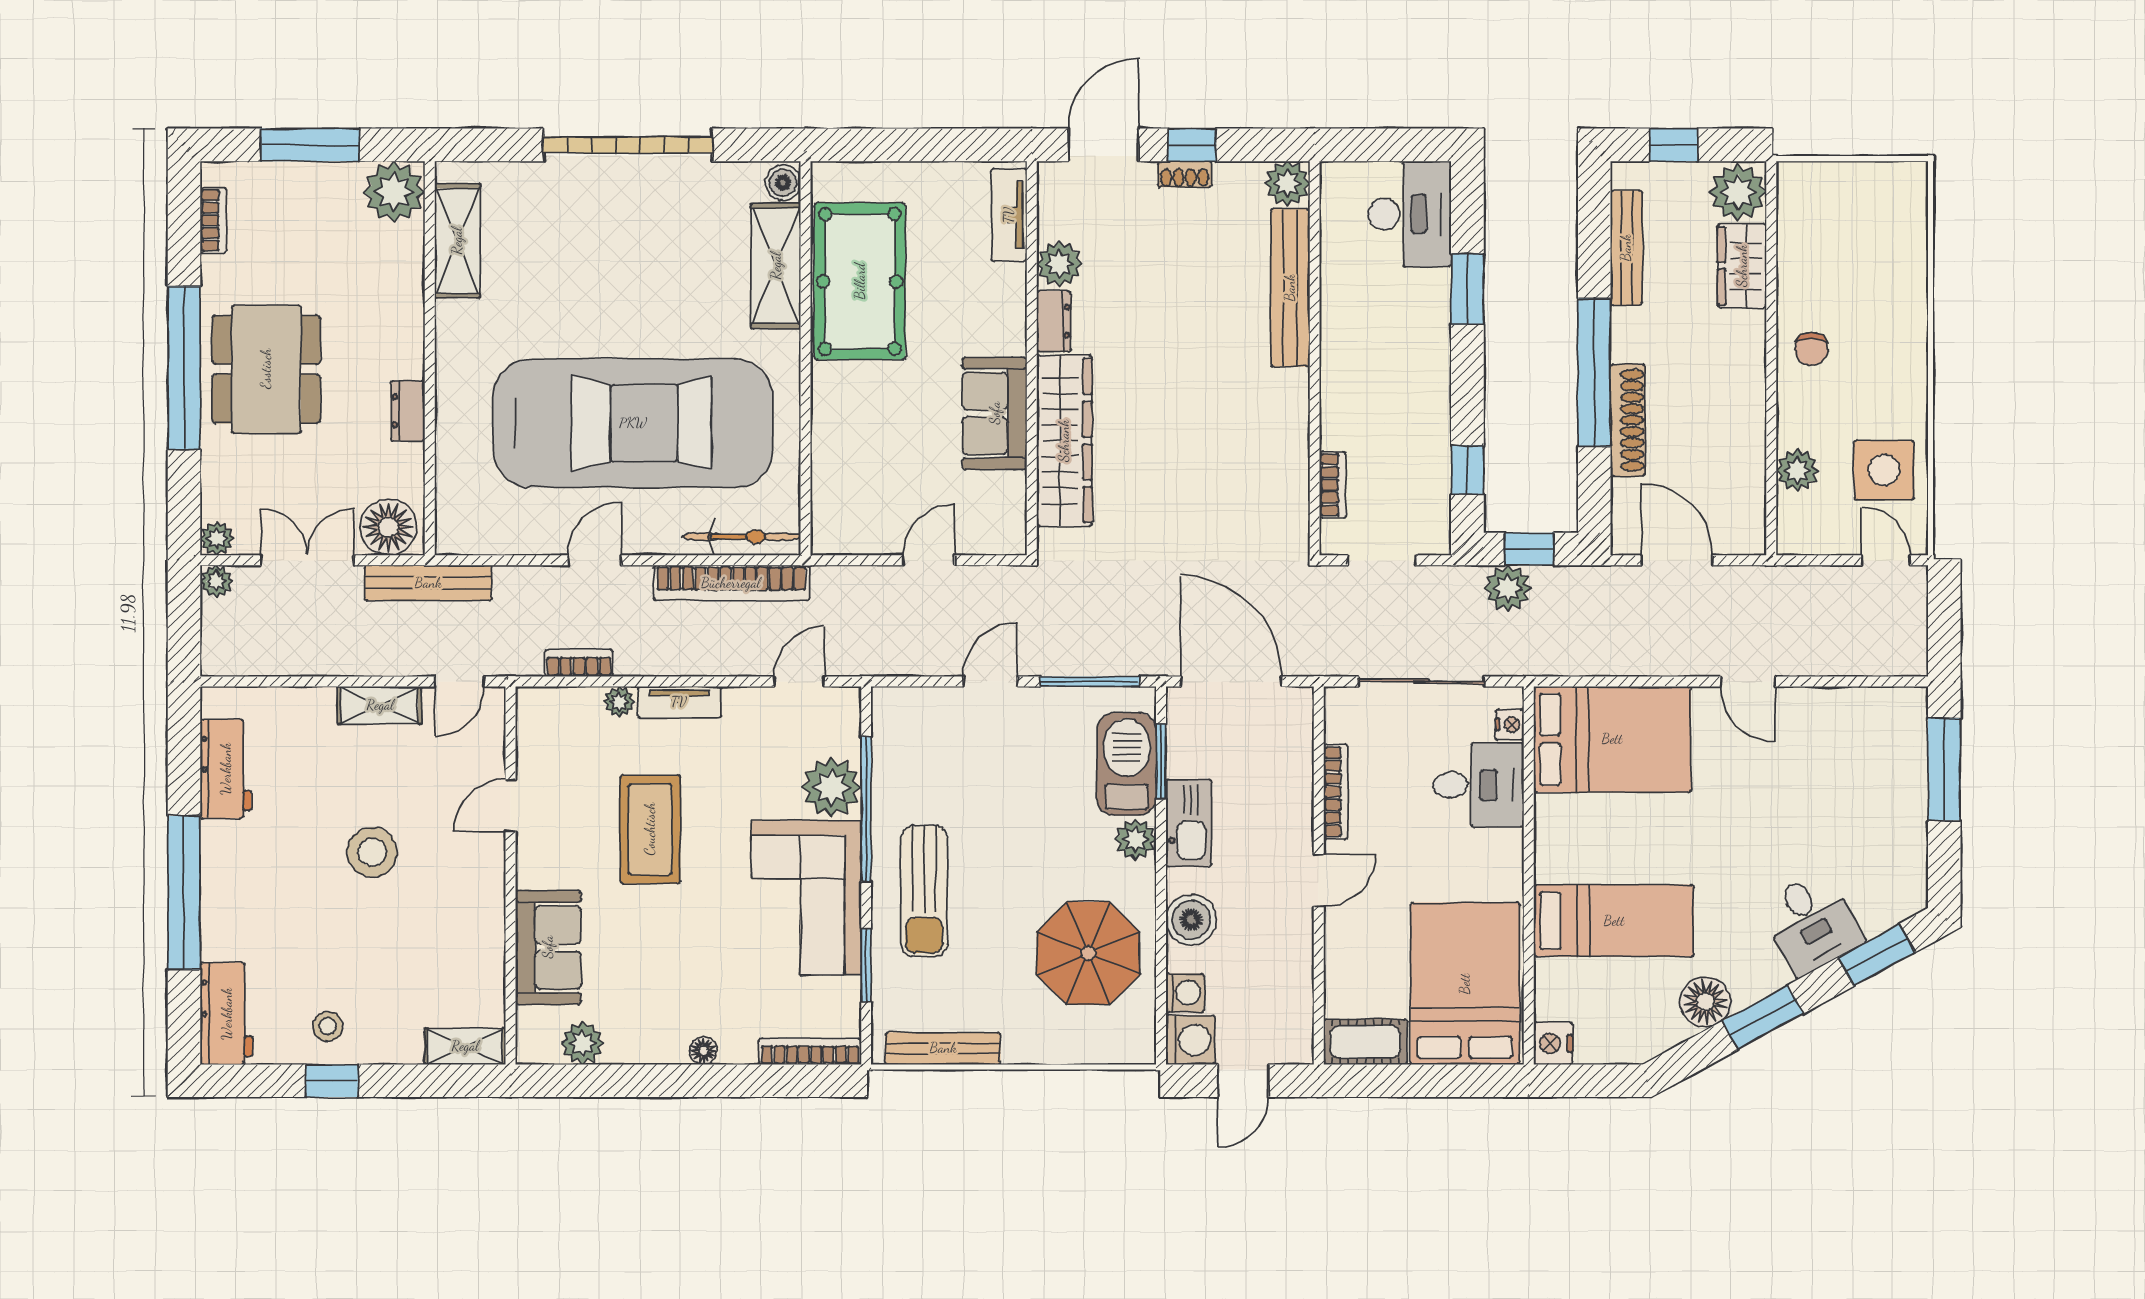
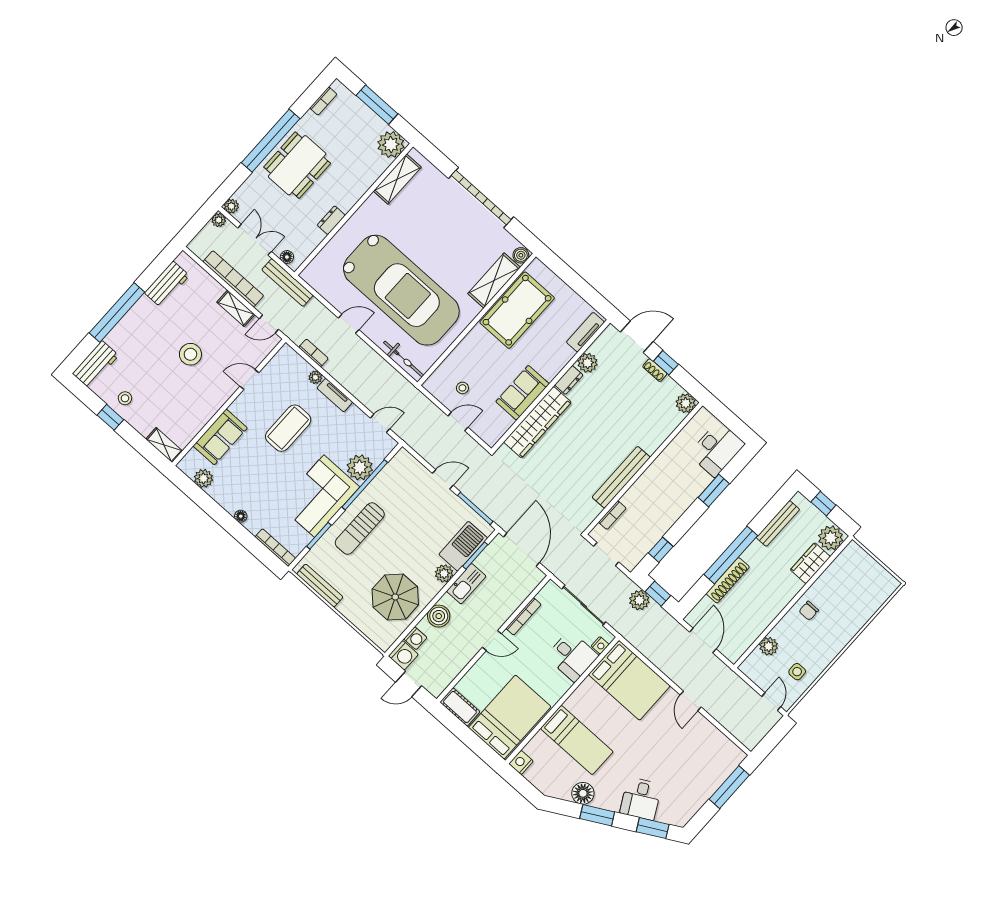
bench: (1290, 288) -> (621, 477), moved
side table: (1884, 470) -> (797, 672), width x0.54, depth x0.54
stool: (885, 496) -> (462, 388), added
floor lamp: (388, 527) -> (287, 257), width x0.53, depth x0.53
bookcase: (731, 583) -> (233, 279), moved, turned 180

